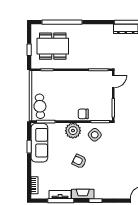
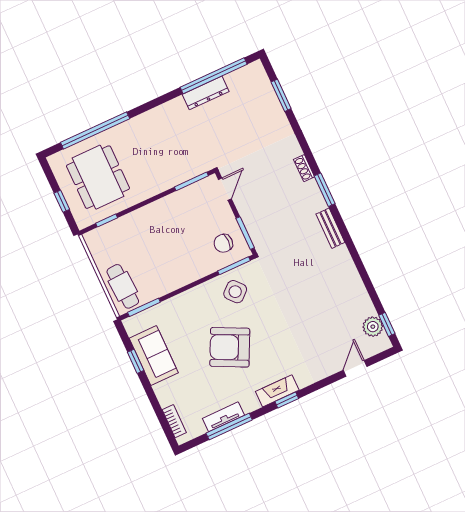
dining table: (53, 46) -> (98, 177), turned 90
chair: (83, 114) -> (223, 243), moved
plant: (73, 131) -> (196, 301), removed
sofa: (39, 143) -> (154, 356), width x0.73
armchair: (79, 161) -> (230, 347), width x1.88, depth x1.88
fireplace: (83, 194) -> (277, 391), moved

